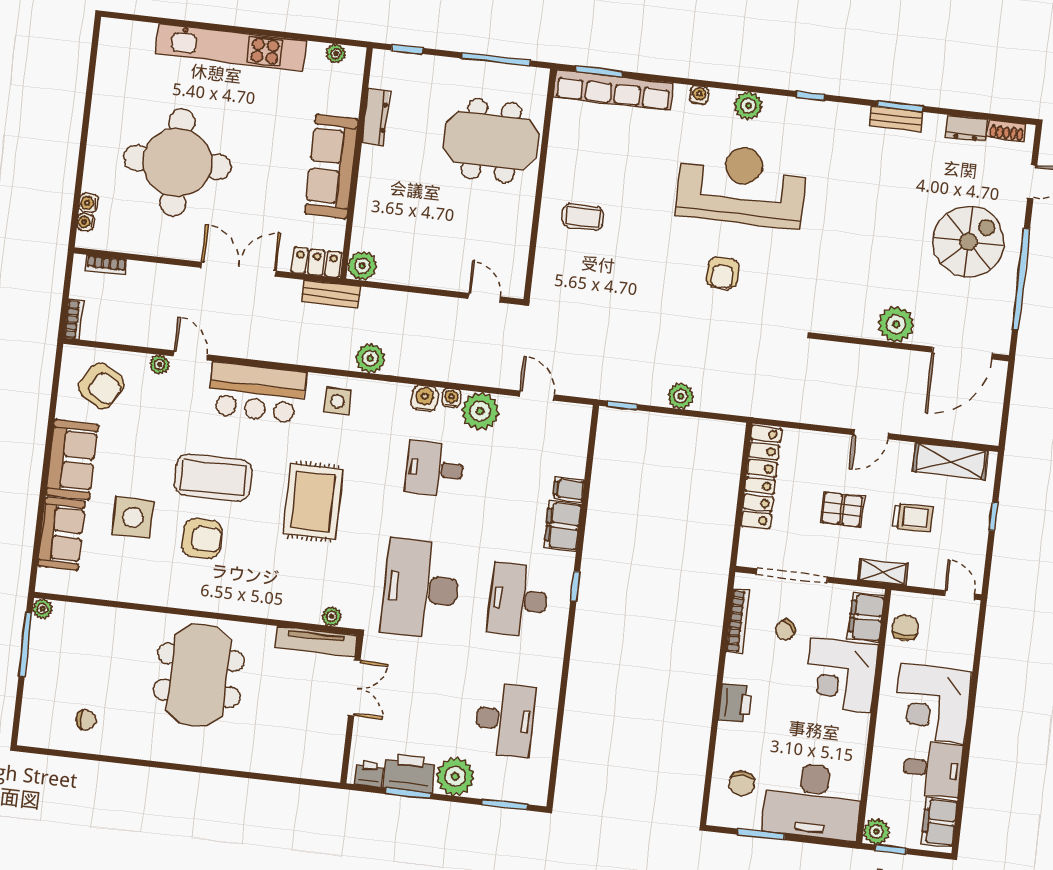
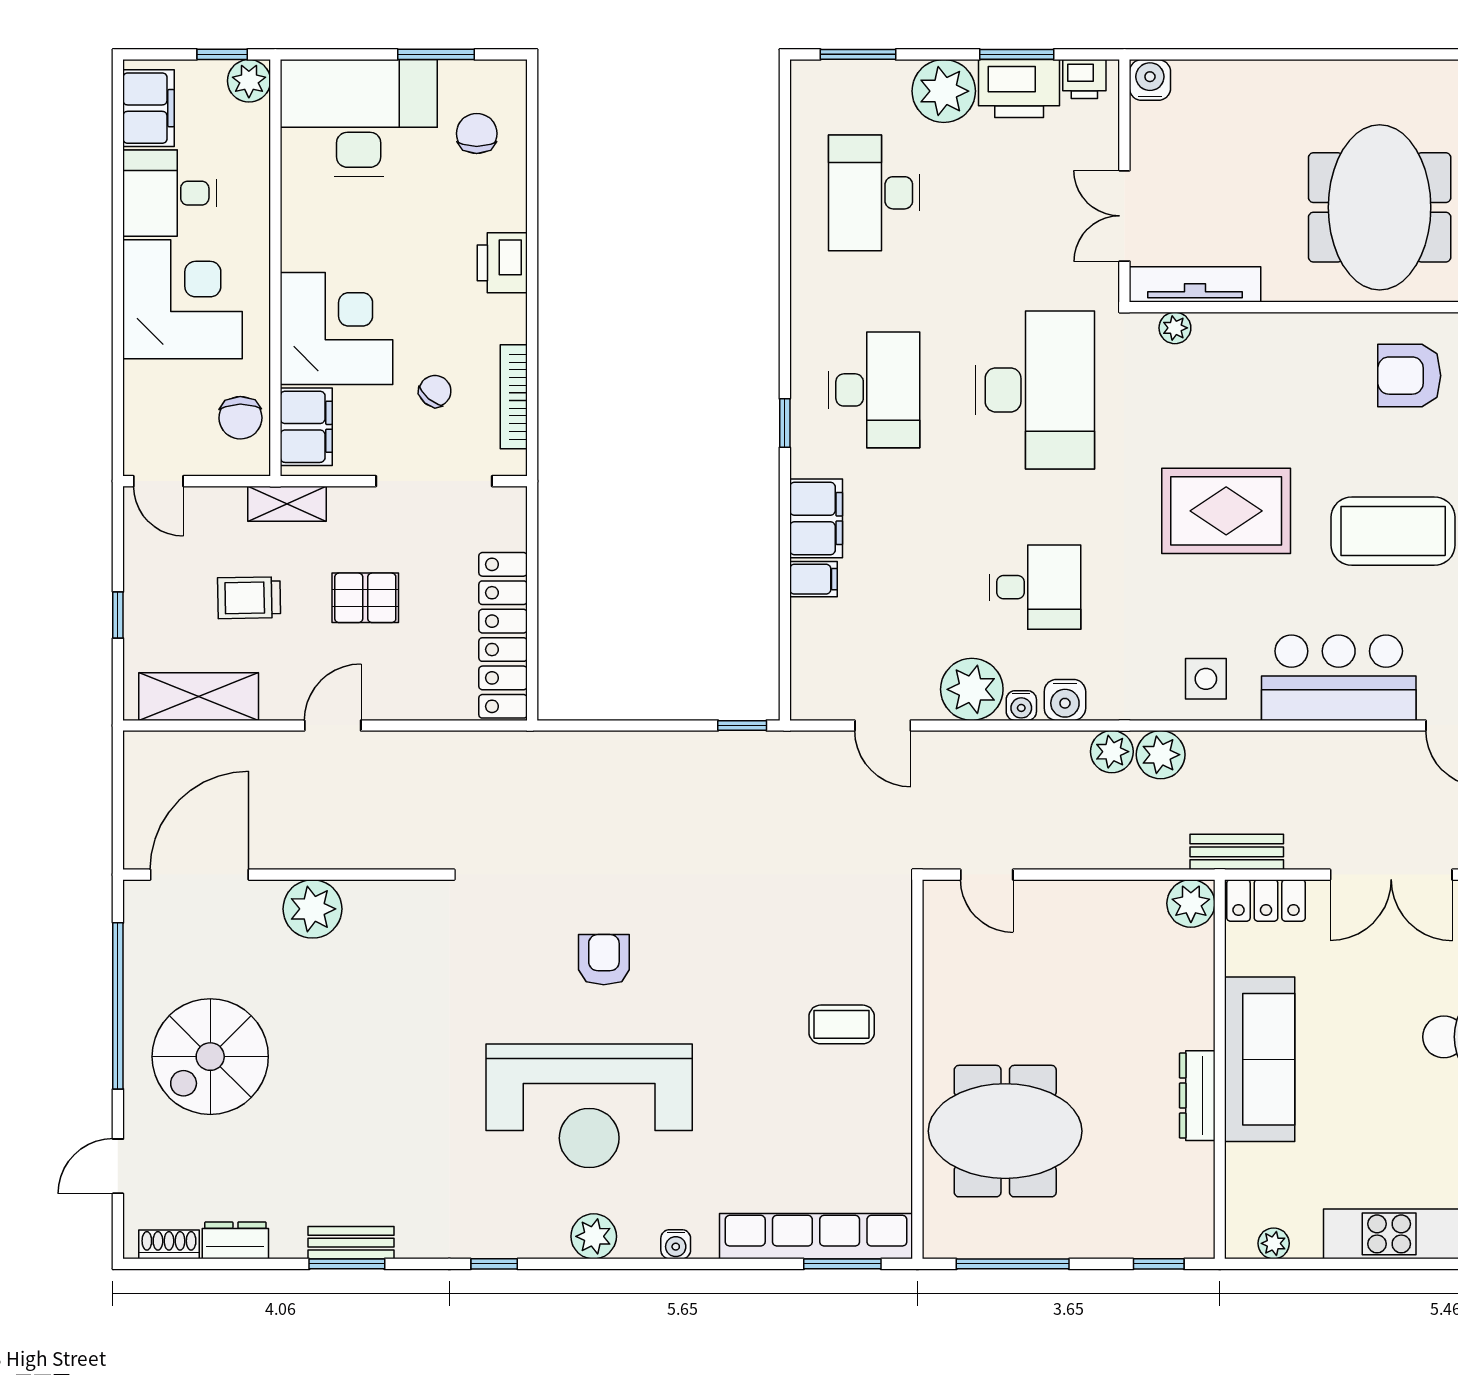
dresser: (376, 117) -> (1197, 1096), moved
plant: (681, 396) -> (1112, 752), moved
rug: (313, 502) -> (1226, 511), turned 90
armchair: (202, 538) -> (1409, 376), moved
water cooler: (329, 769) -> (1150, 80), added

